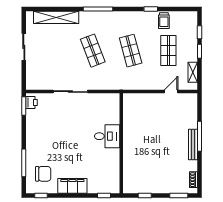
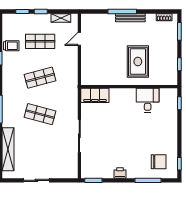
shop shelf: (93, 51) -> (40, 114), turned 36
door: (171, 92) -> (79, 39), hinge flipped
printer: (32, 103) -> (120, 173), moved
desk: (107, 136) -> (148, 100), moved
rug: (147, 152) -> (138, 62), added
chair: (43, 174) -> (159, 162), turned 90
filing cabinet: (72, 186) -> (95, 95), moved, turned -90

